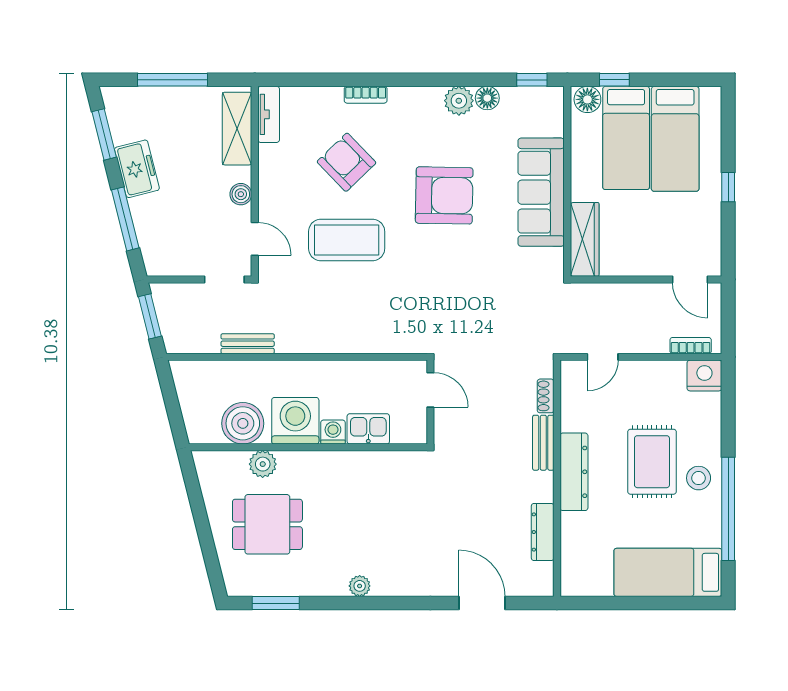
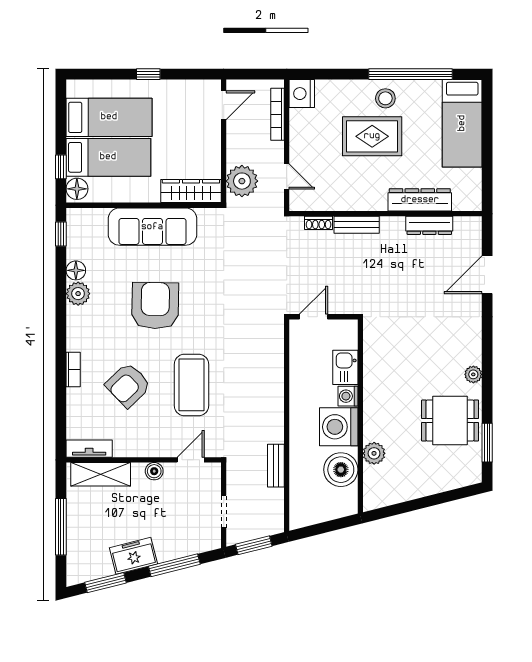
doorway: (224, 279) -> (224, 512), moved
plant: (597, 302) -> (242, 181), added
bookcase: (691, 346) -> (277, 114), width x1.56
dresser: (574, 472) -> (420, 200), moved
dining table: (267, 524) -> (450, 421), moved, turned 90

